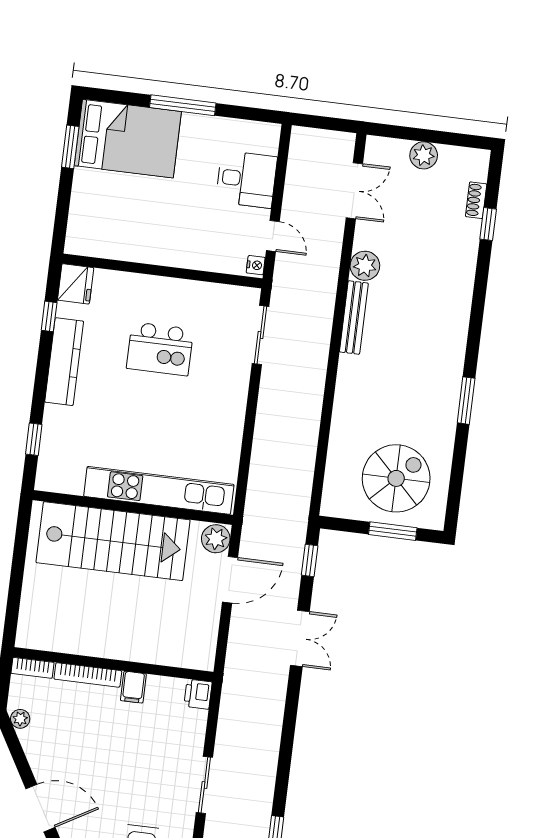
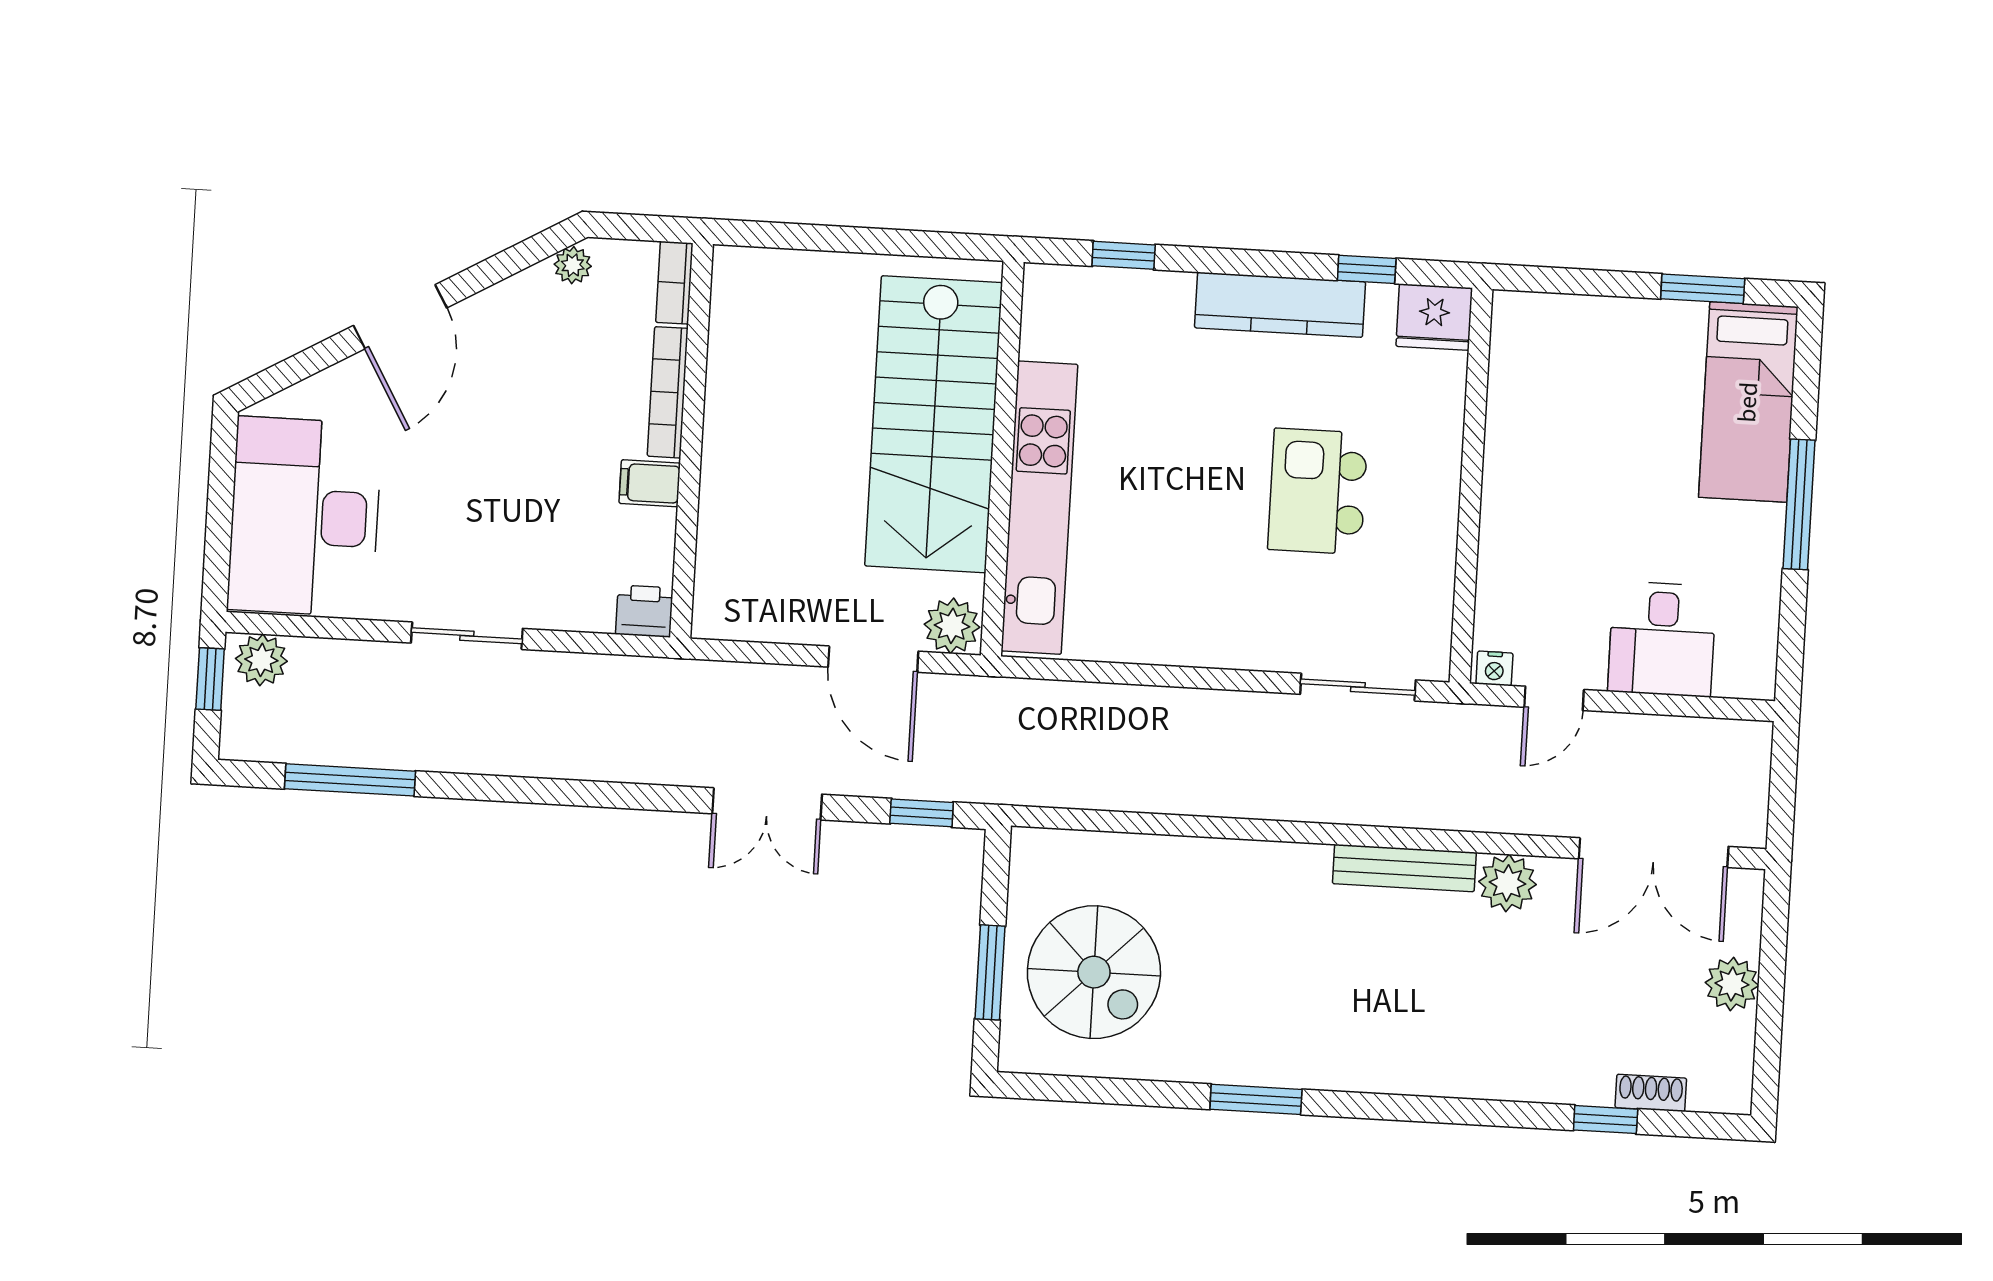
bed: (128, 139) -> (1748, 402), width x0.67
double door: (354, 191) -> (1654, 853), width x1.37

